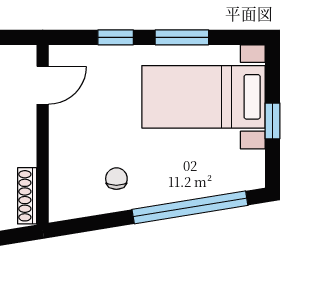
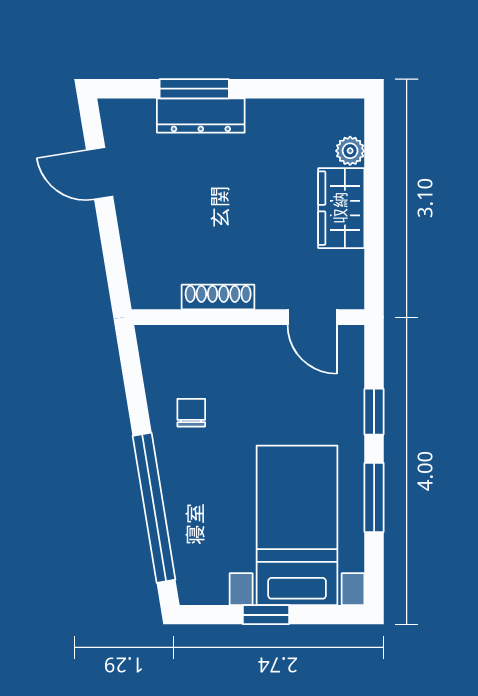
chair: (116, 179) -> (191, 413), turned -90
shoe rack: (27, 196) -> (218, 297), moved

